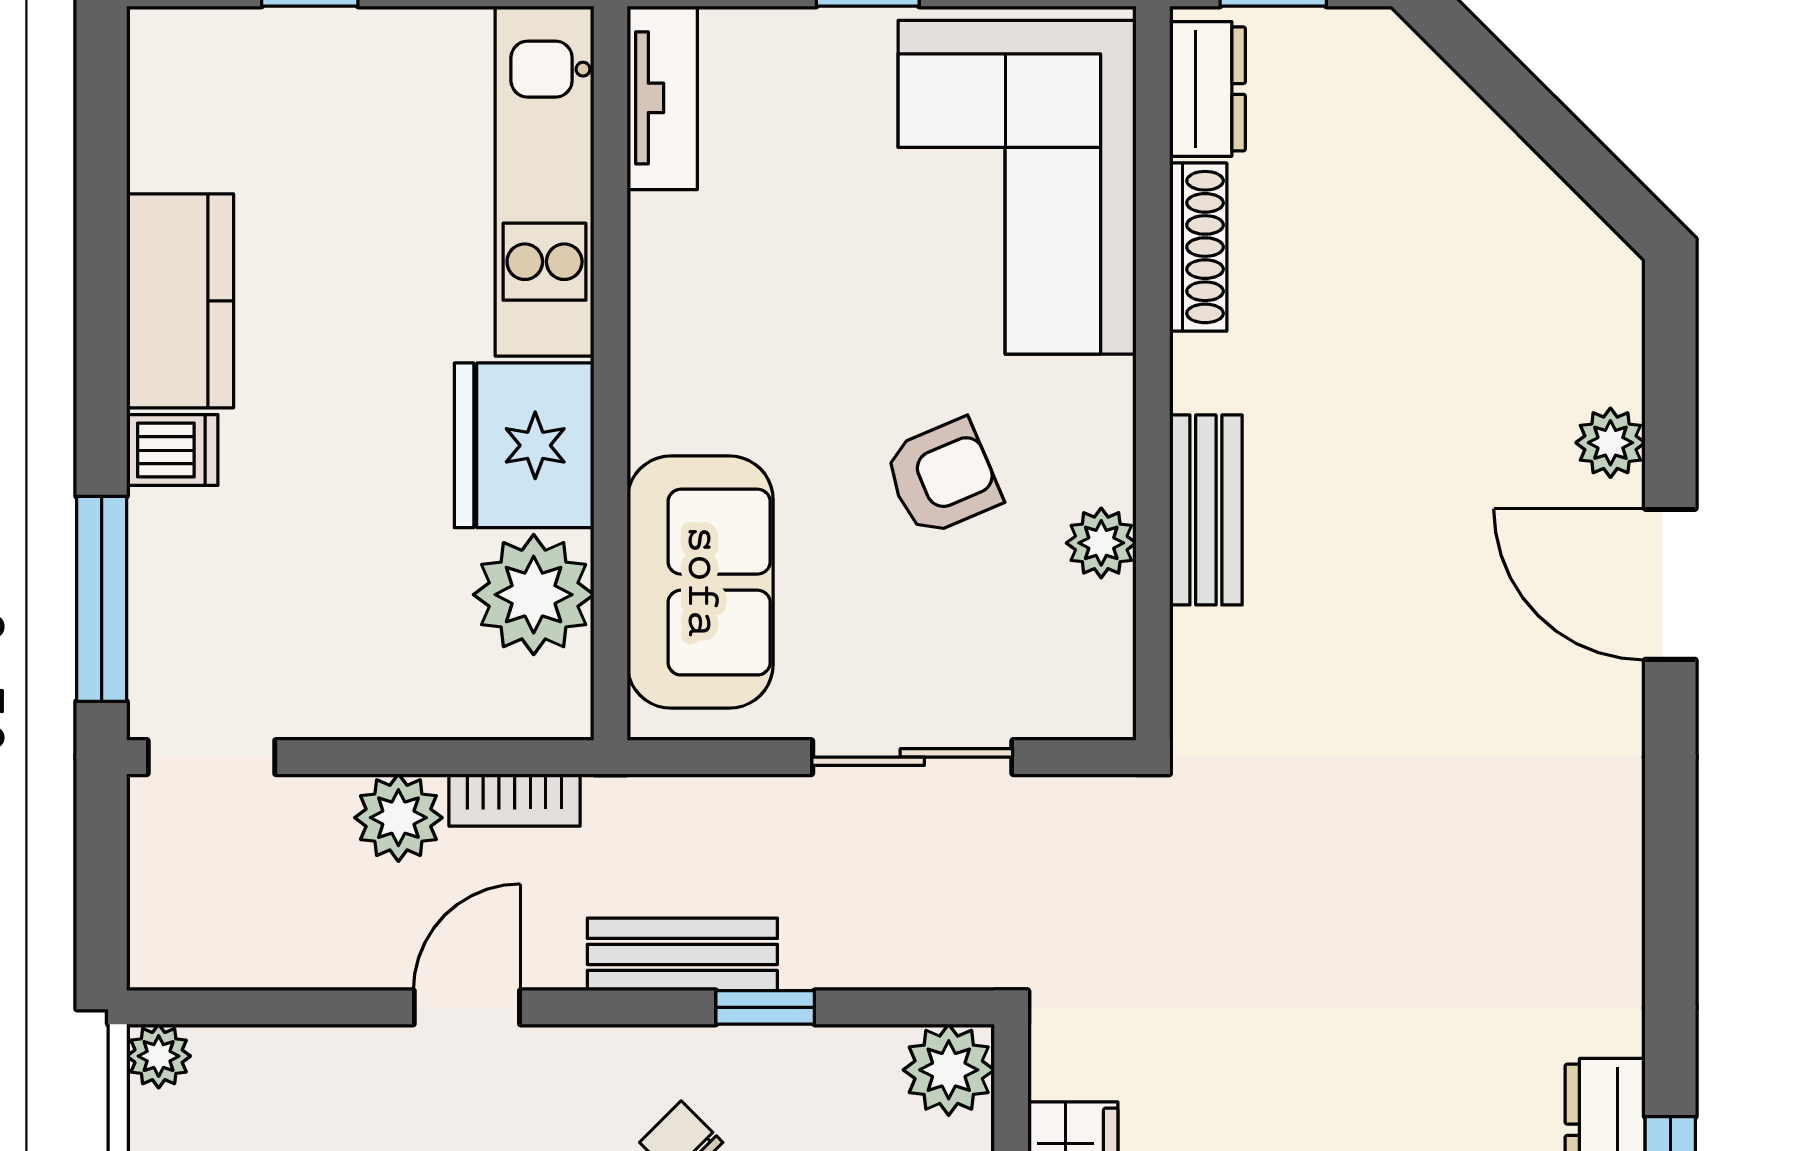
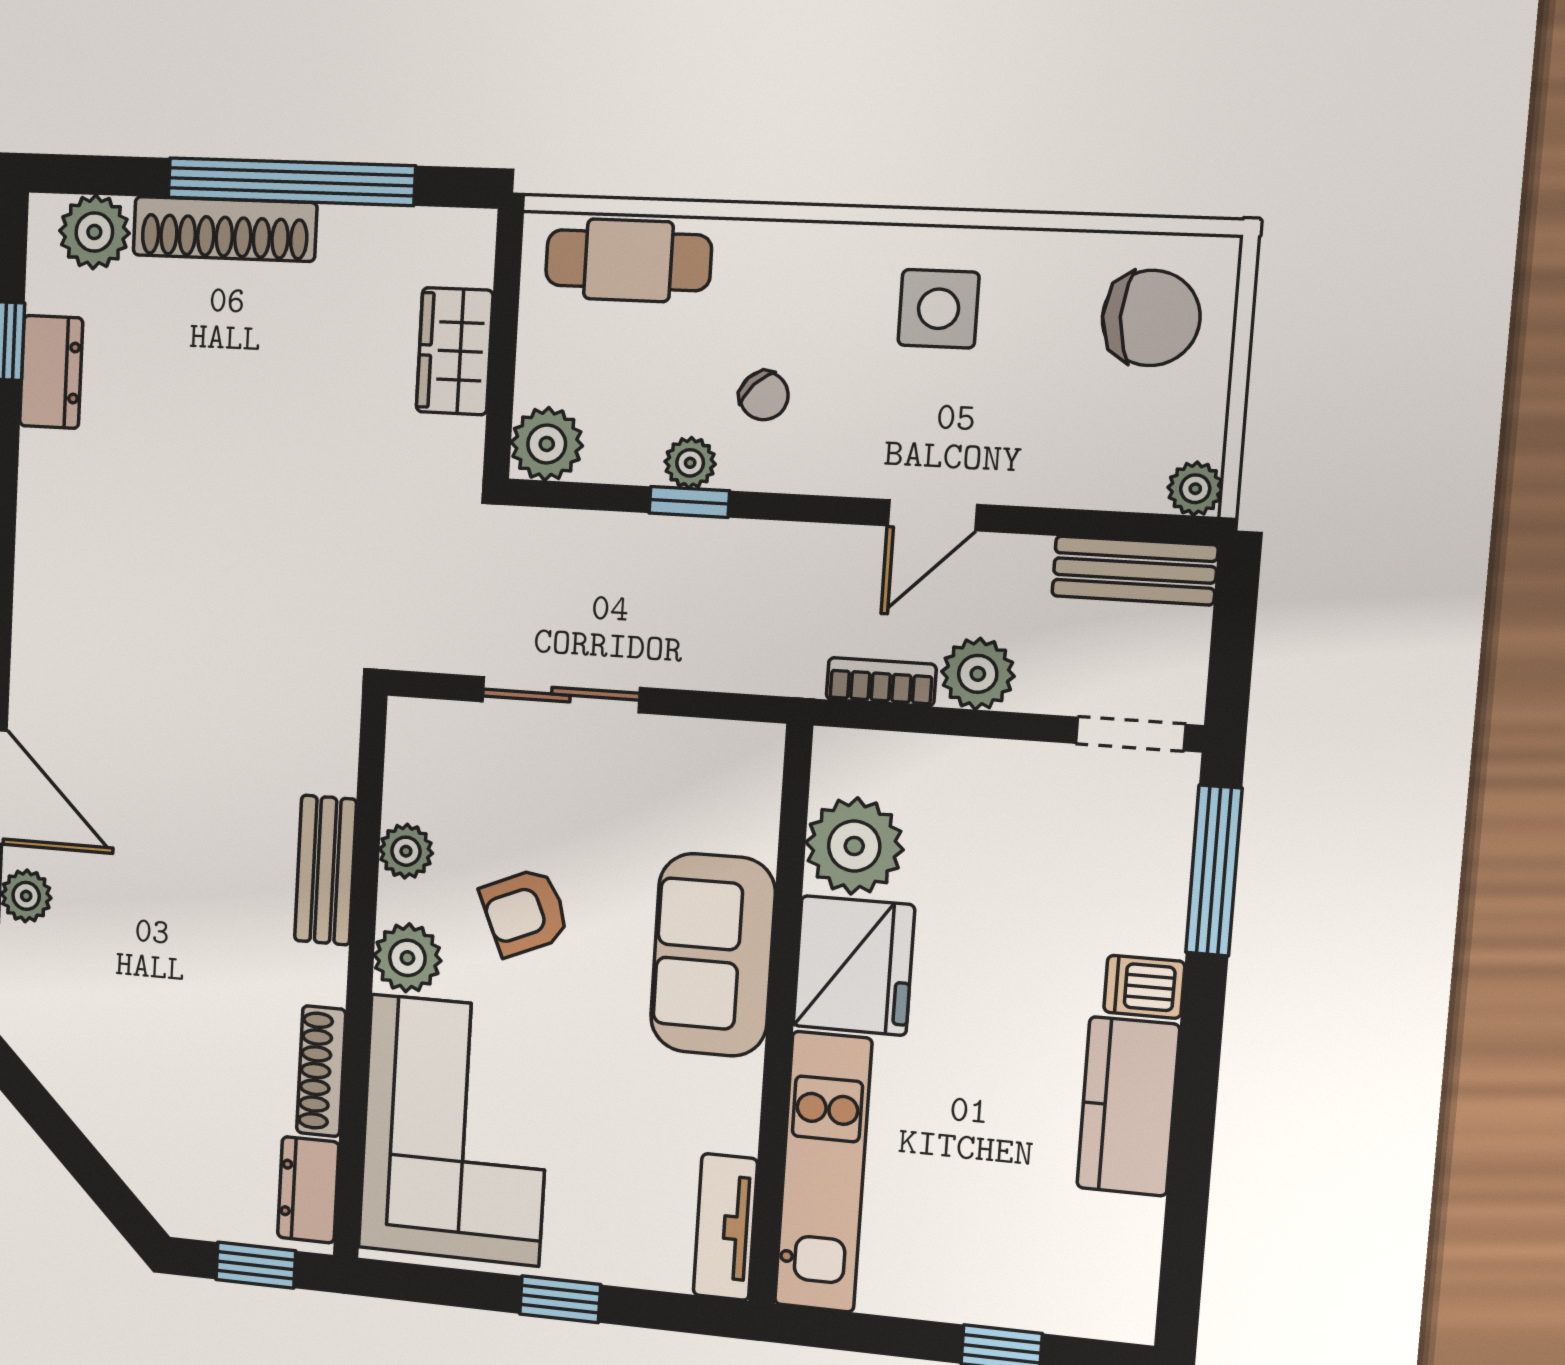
plant: (1092, 405) -> (407, 958), added
sofa: (700, 582) -> (713, 955), moved
bench: (682, 954) -> (1135, 571), moved
plant: (767, 1056) -> (690, 463), added

